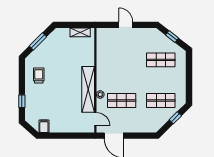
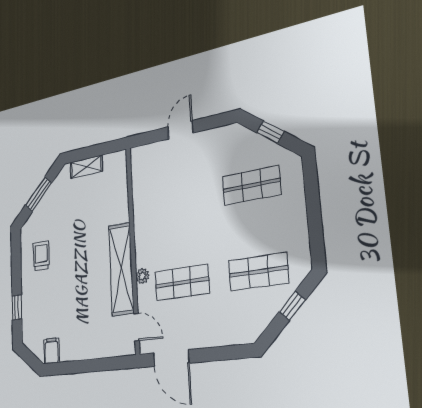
door: (126, 25) -> (180, 130), hinge flipped
shelving: (80, 32) -> (86, 167), moved

